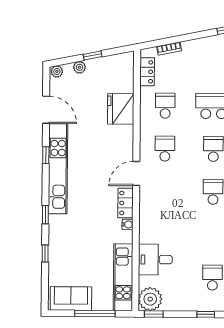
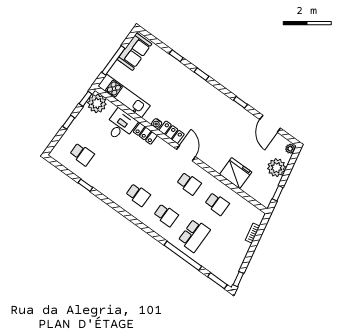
window: (93, 56) -> (278, 193), moved
plant: (79, 67) -> (277, 168), width x1.88, depth x1.88
locker: (147, 72) -> (145, 134), moved
door: (46, 110) -> (270, 124), hinge flipped
kitchen unit: (58, 169) -> (226, 104), removed
window: (206, 314) -> (69, 122), moved

